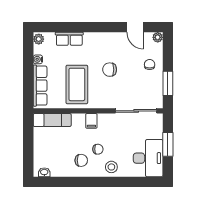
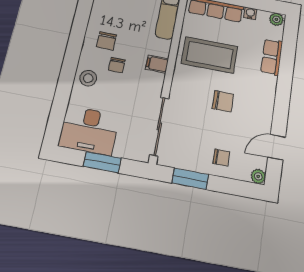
chair: (110, 70) -> (223, 101), turned 90

